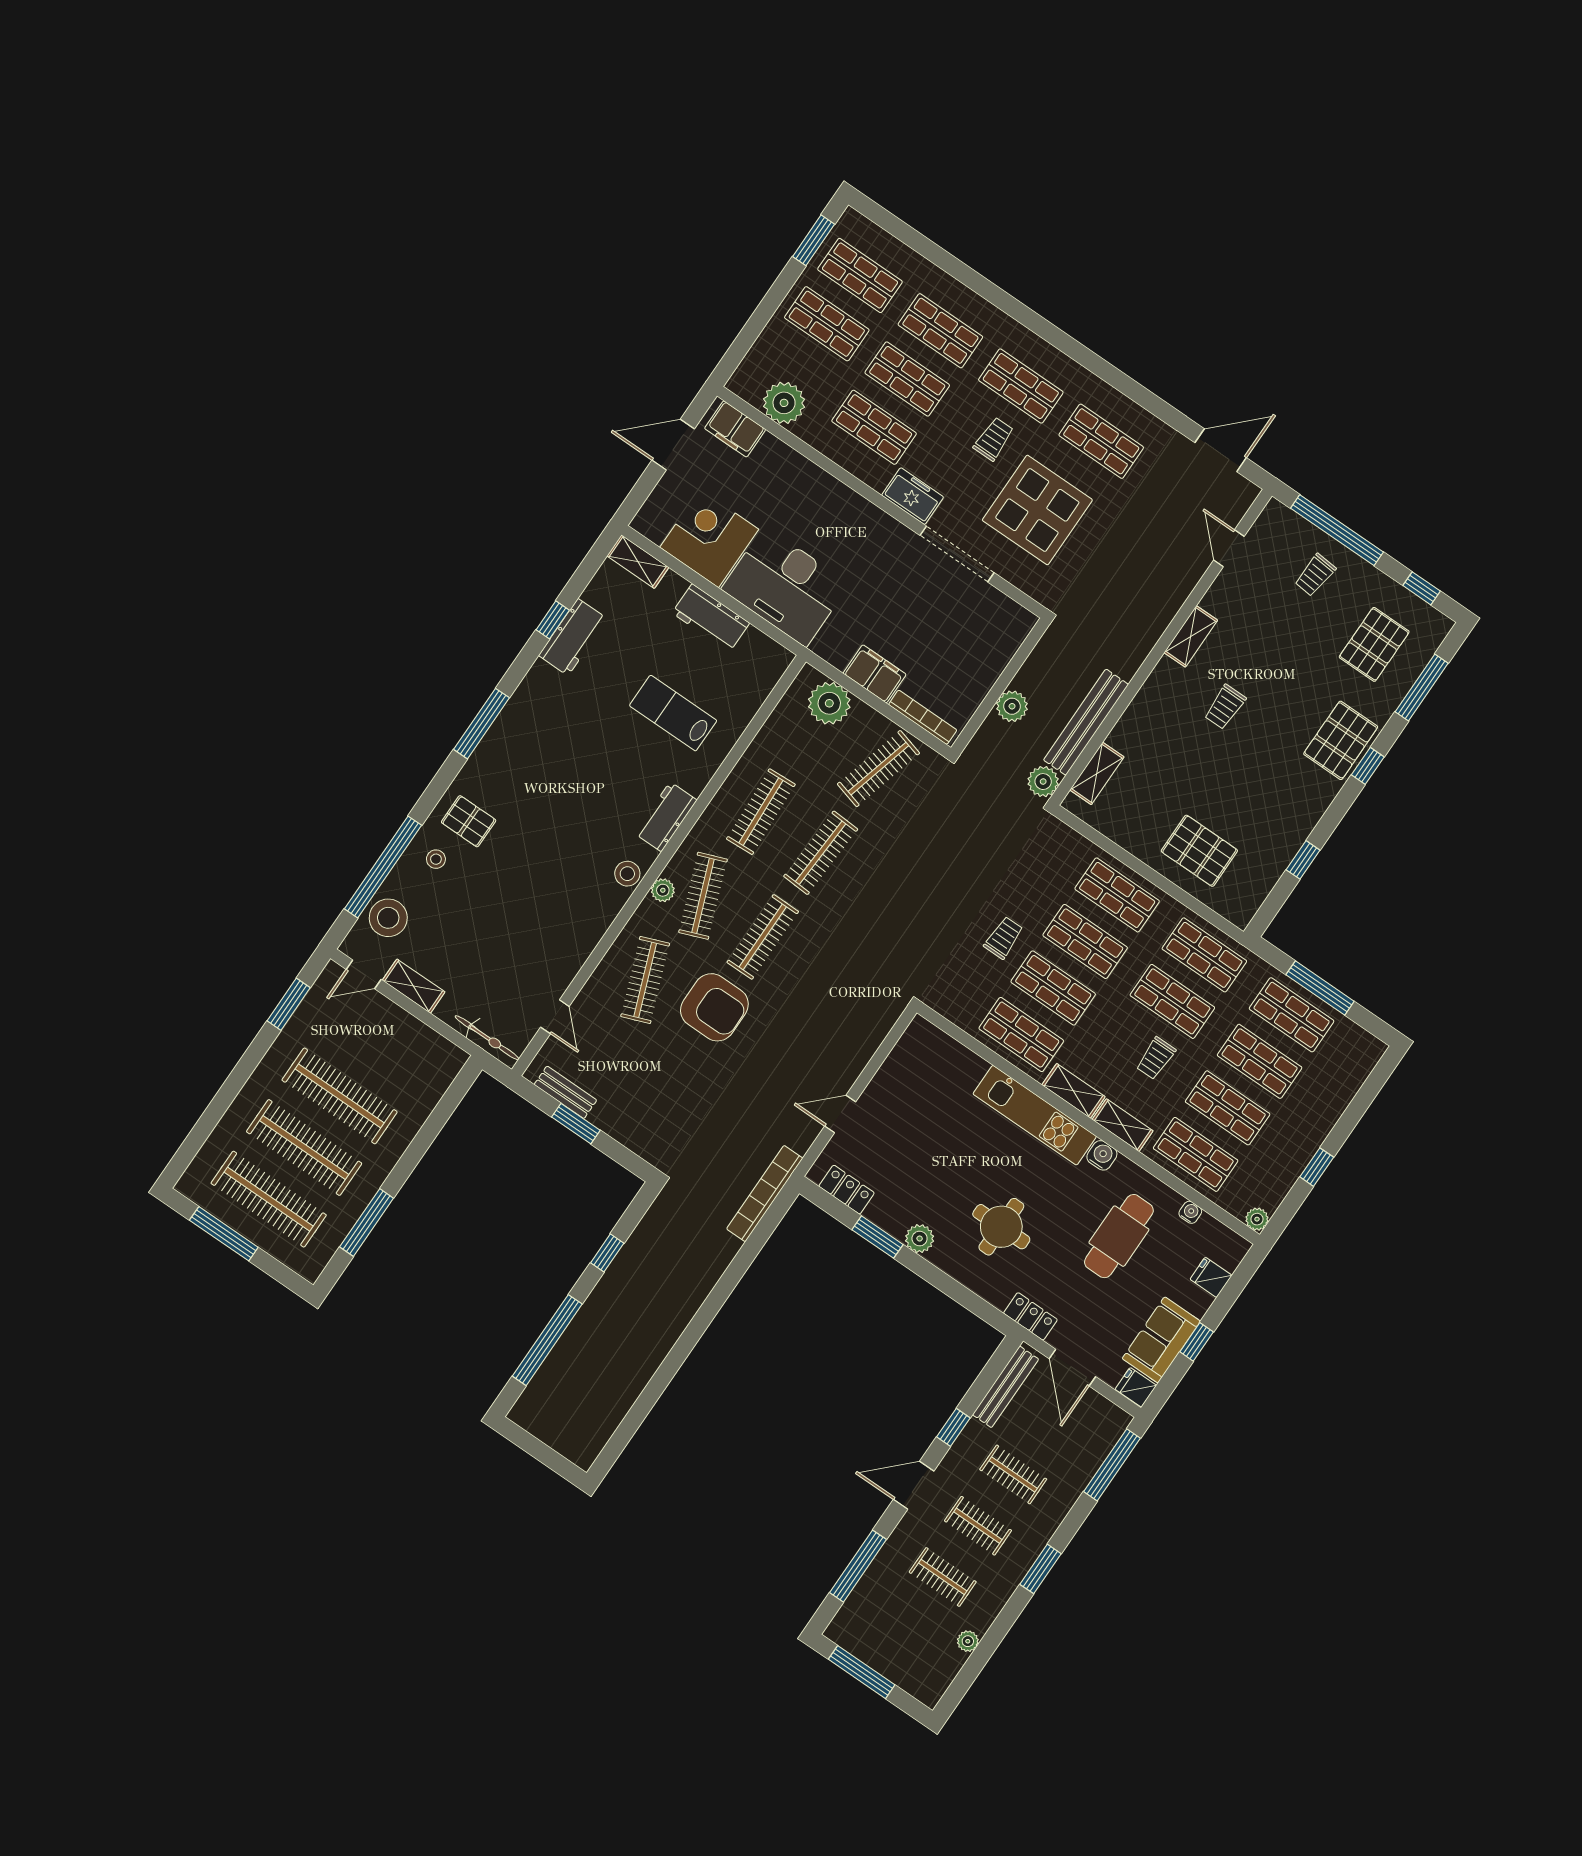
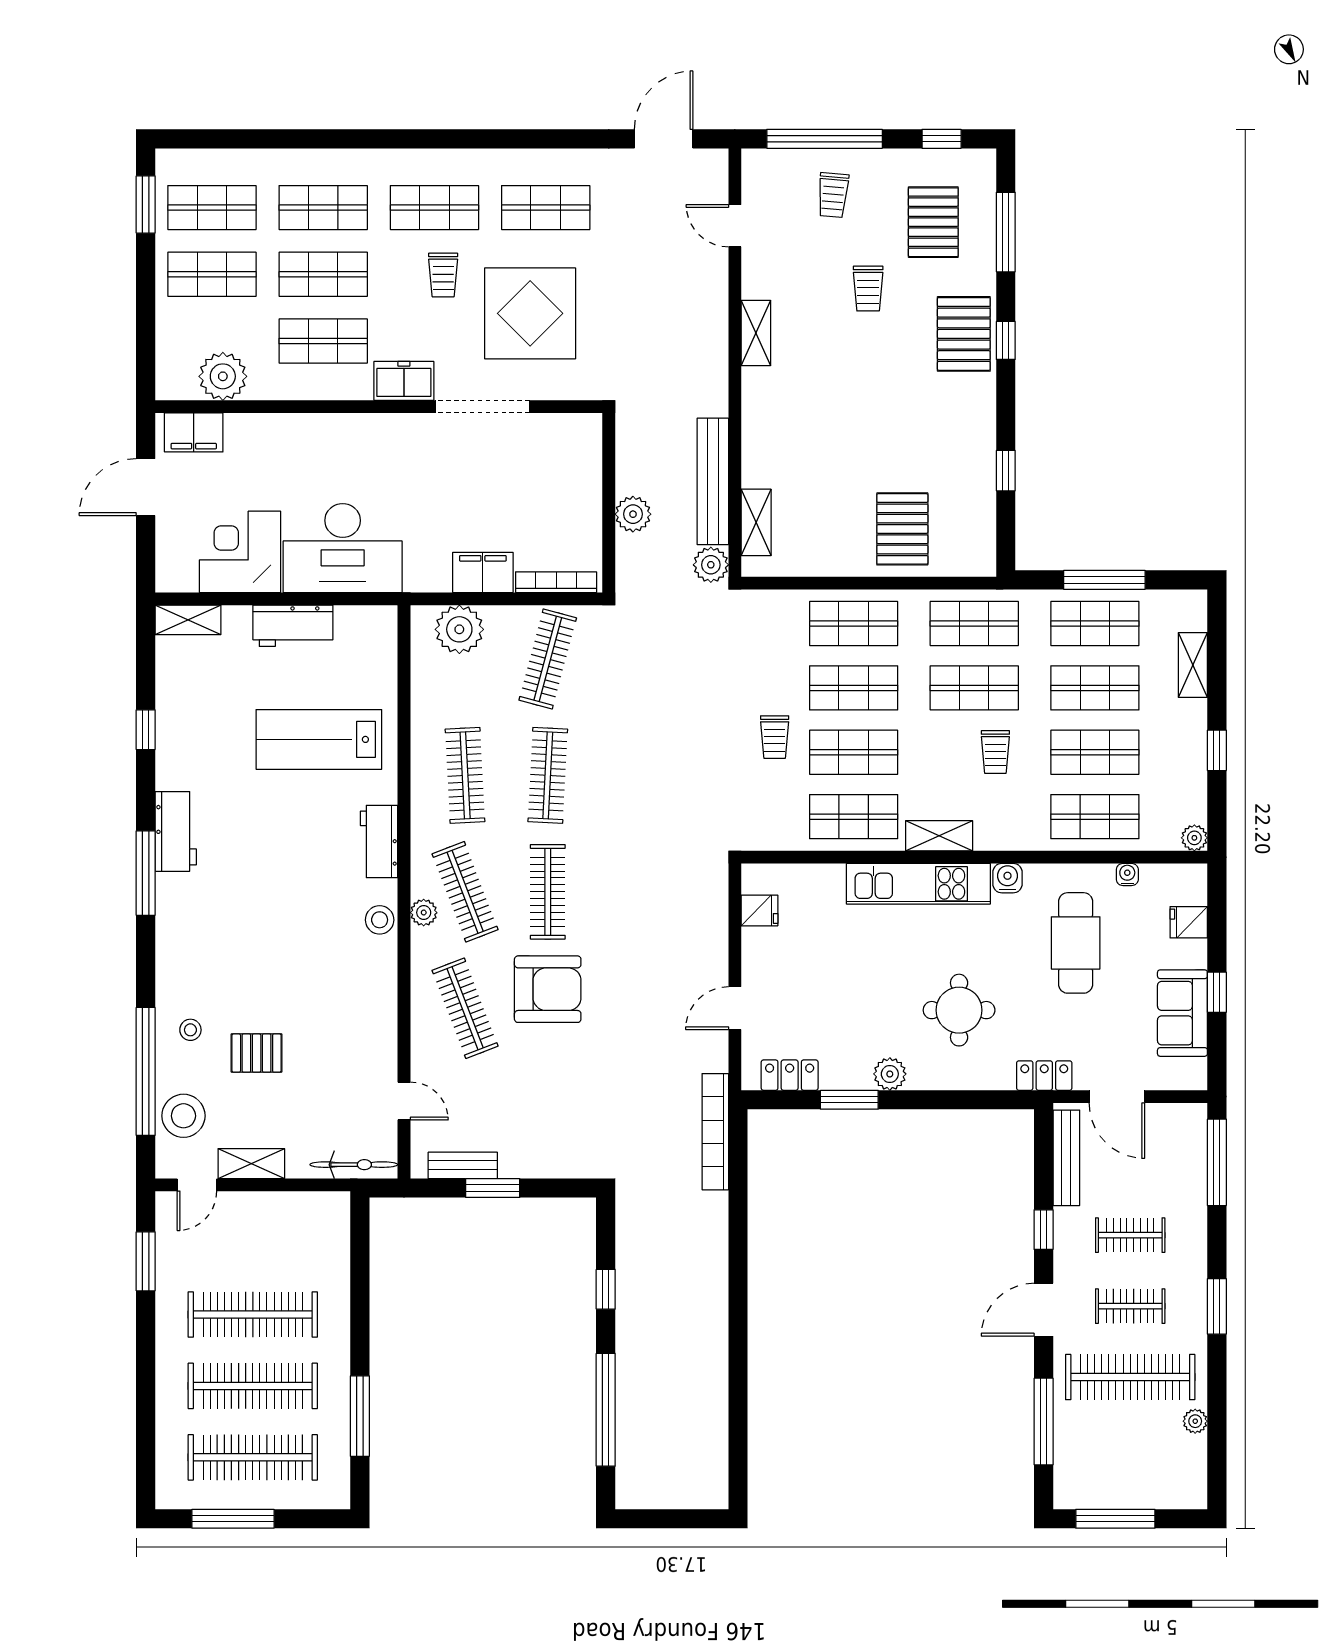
trolley: (994, 439) -> (443, 275), turned 180
workbench: (573, 637) -> (176, 831), moved
trolley: (1225, 707) -> (868, 289), moved
lab bench: (673, 713) -> (319, 739), width x1.36, depth x1.39
pallet: (469, 821) -> (257, 1053), moved
pallet: (1199, 851) -> (902, 529), turned 90
trolley: (1004, 938) -> (775, 737), turned 180
shelving: (1123, 1125) -> (1193, 665), moved, turned 90
fridge: (1136, 1387) -> (759, 910), moved, turned 180
clothes rail: (943, 1577) -> (1130, 1377), width x1.86, depth x1.31

